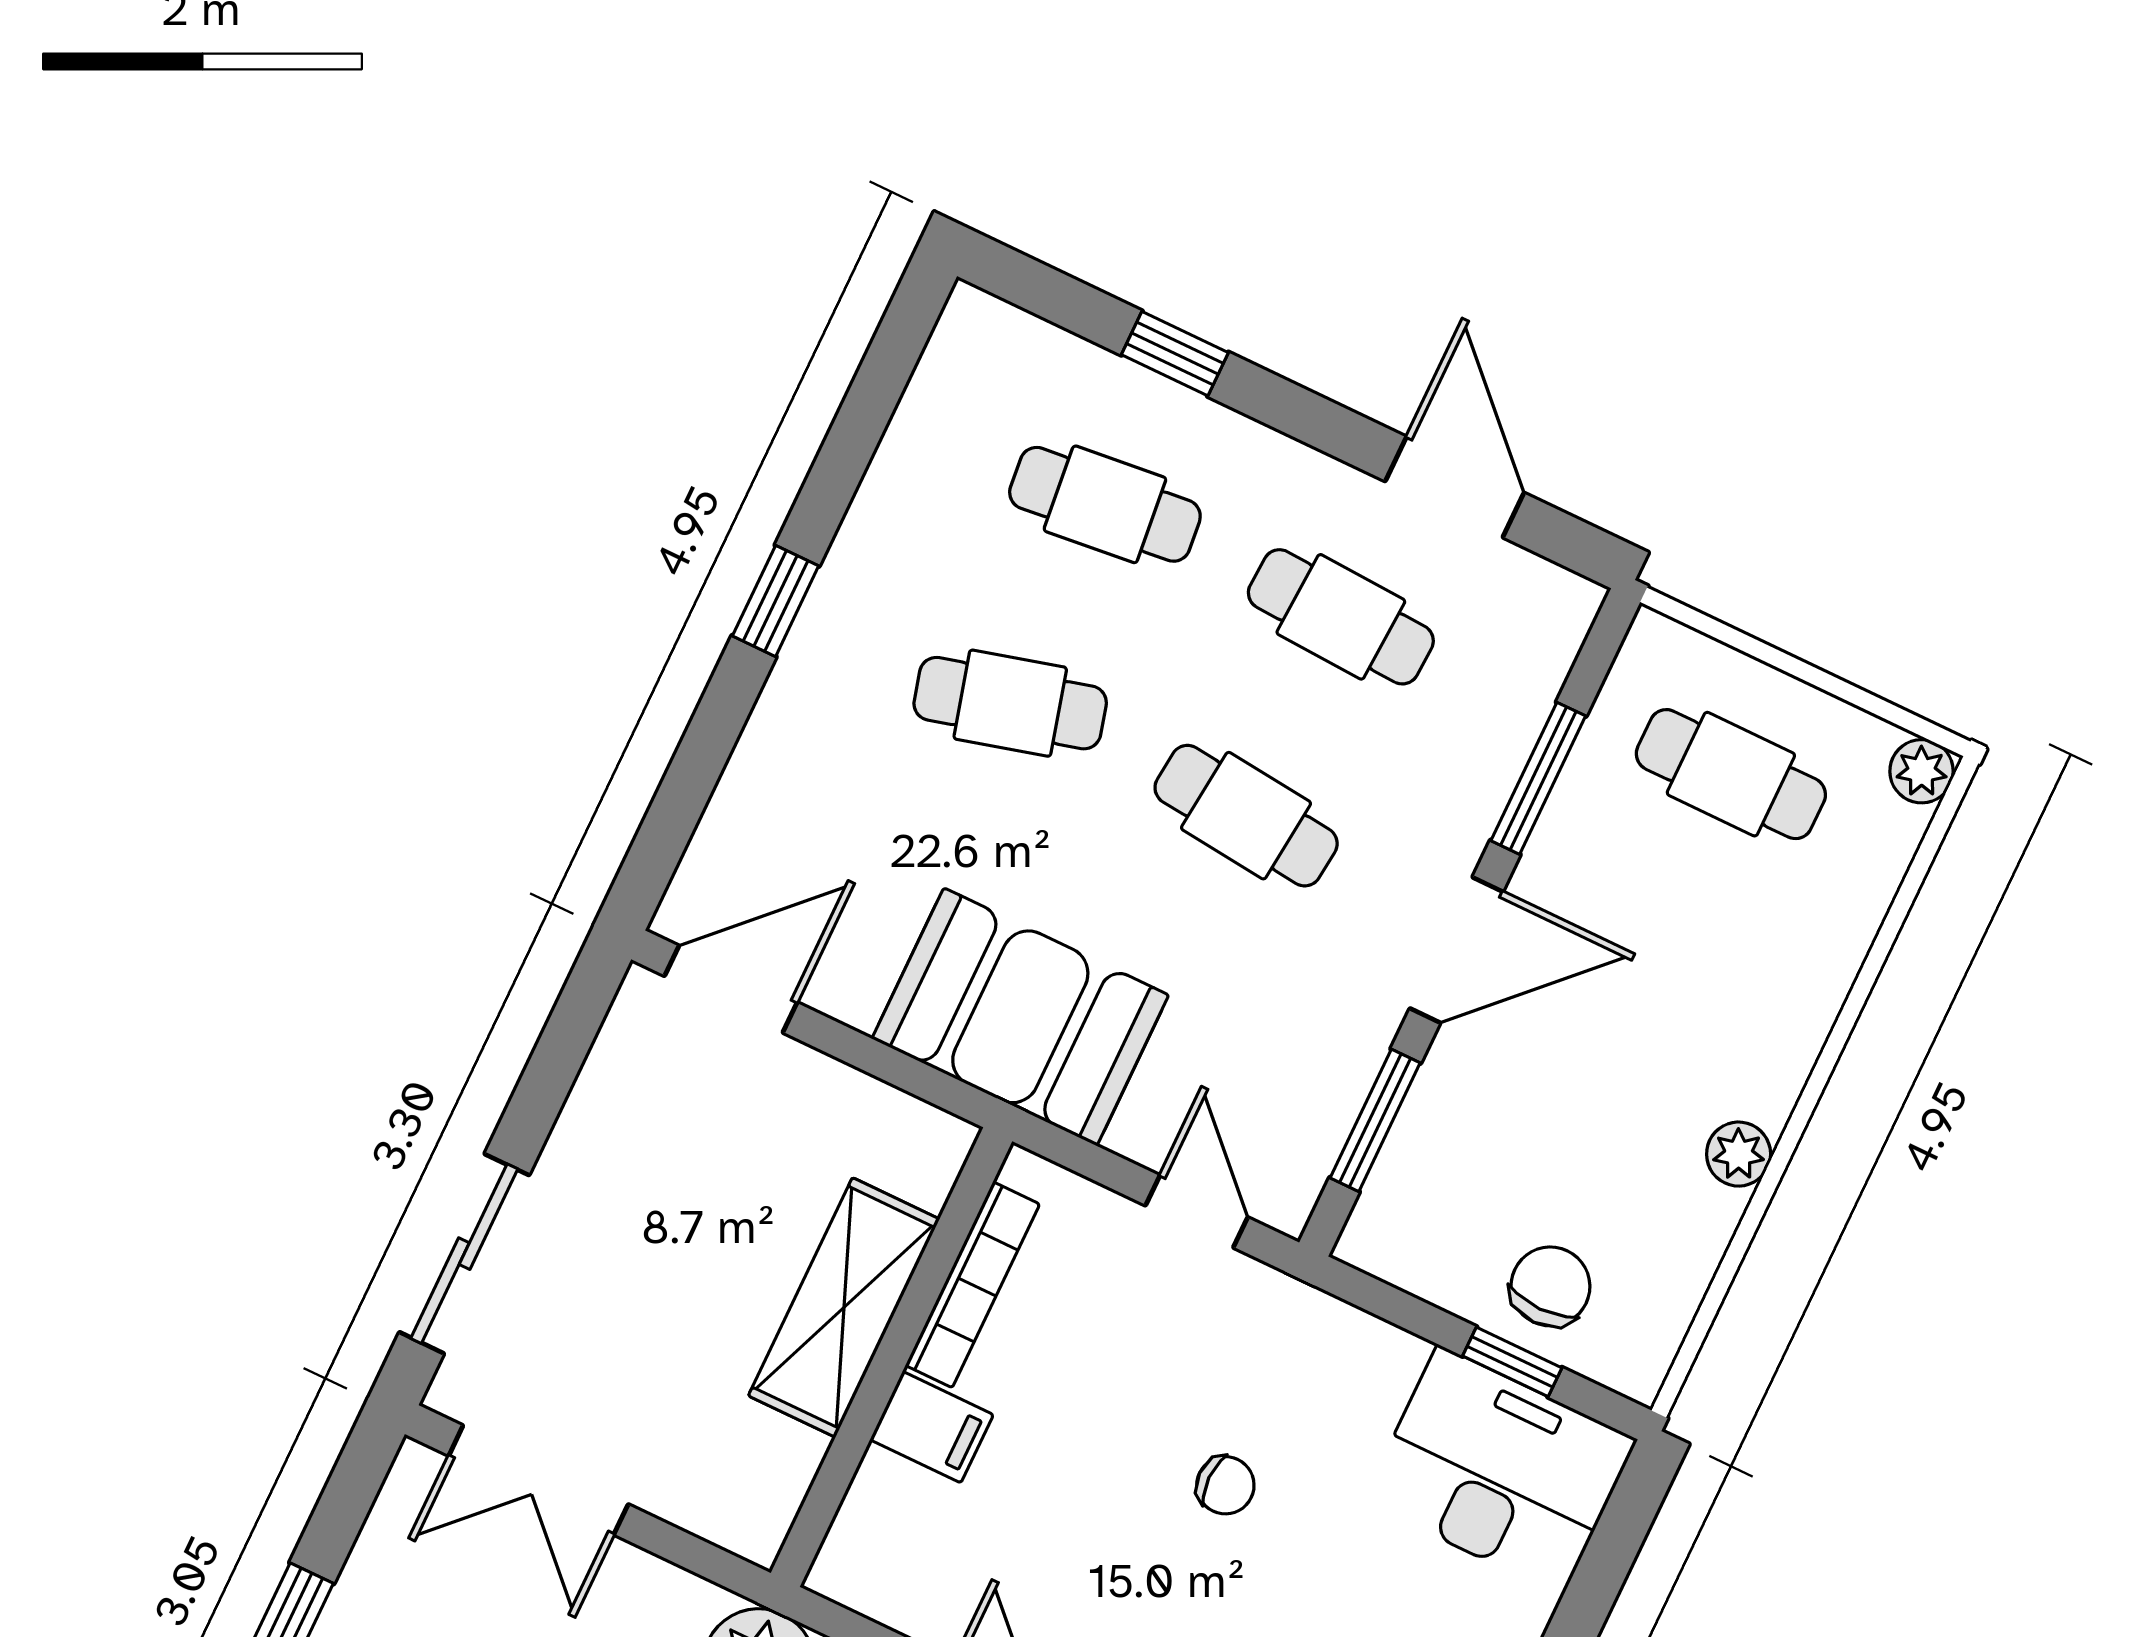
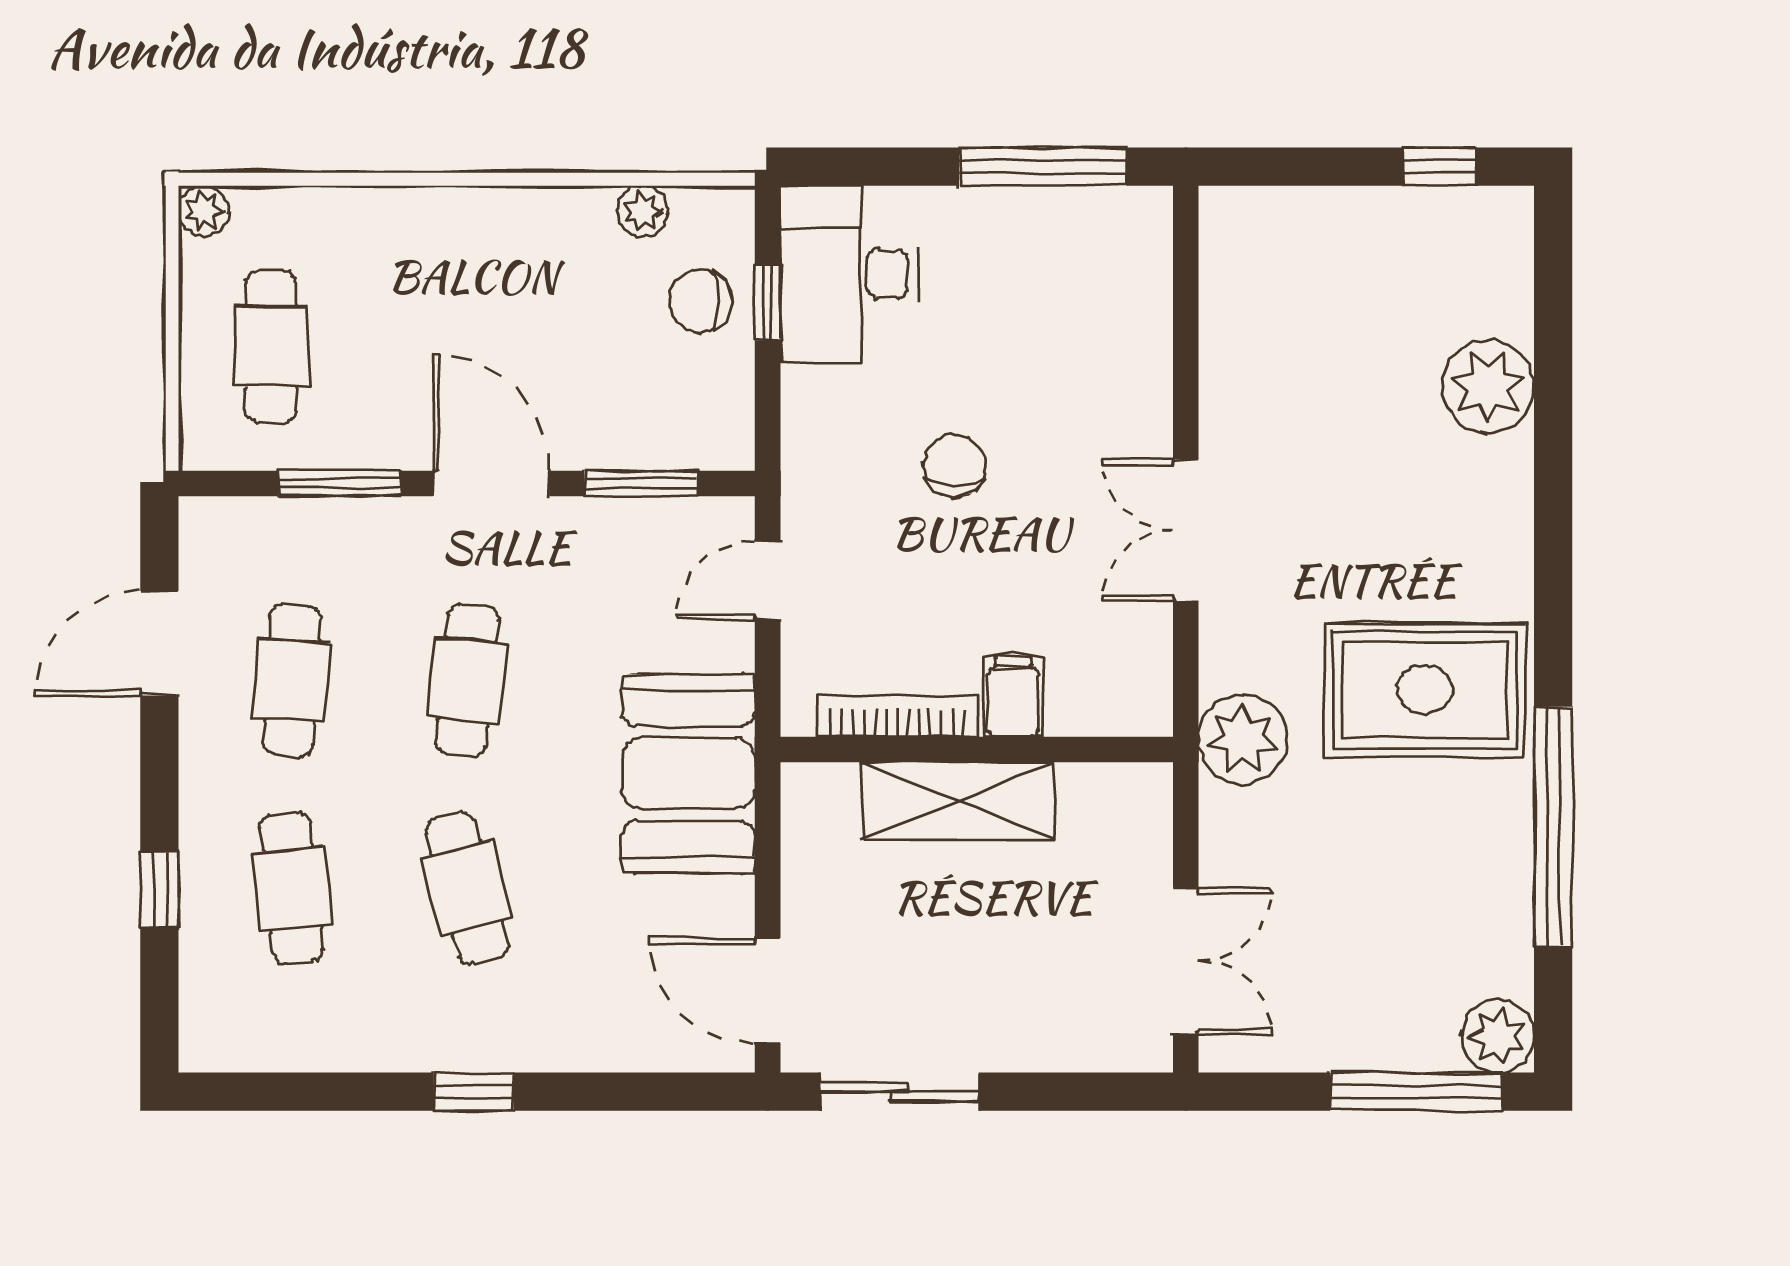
plant: (1739, 1154) -> (643, 211), moved
sliding door: (464, 1254) -> (899, 1092), moved
chair: (1225, 1485) -> (954, 466), width x1.37, depth x1.37

